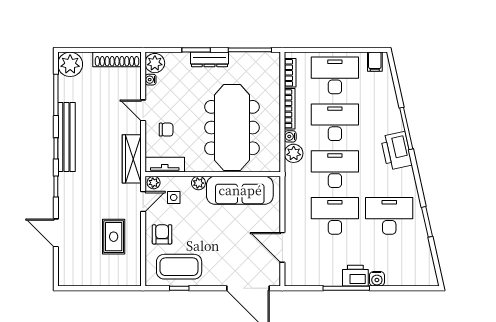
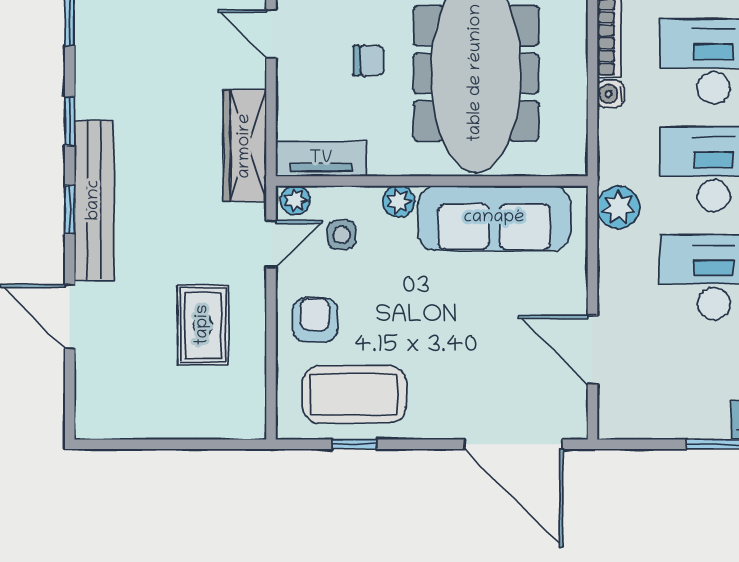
chair: (166, 130) -> (369, 61), moved
bench: (66, 137) -> (94, 200), moved
plant: (294, 153) -> (618, 207), moved

